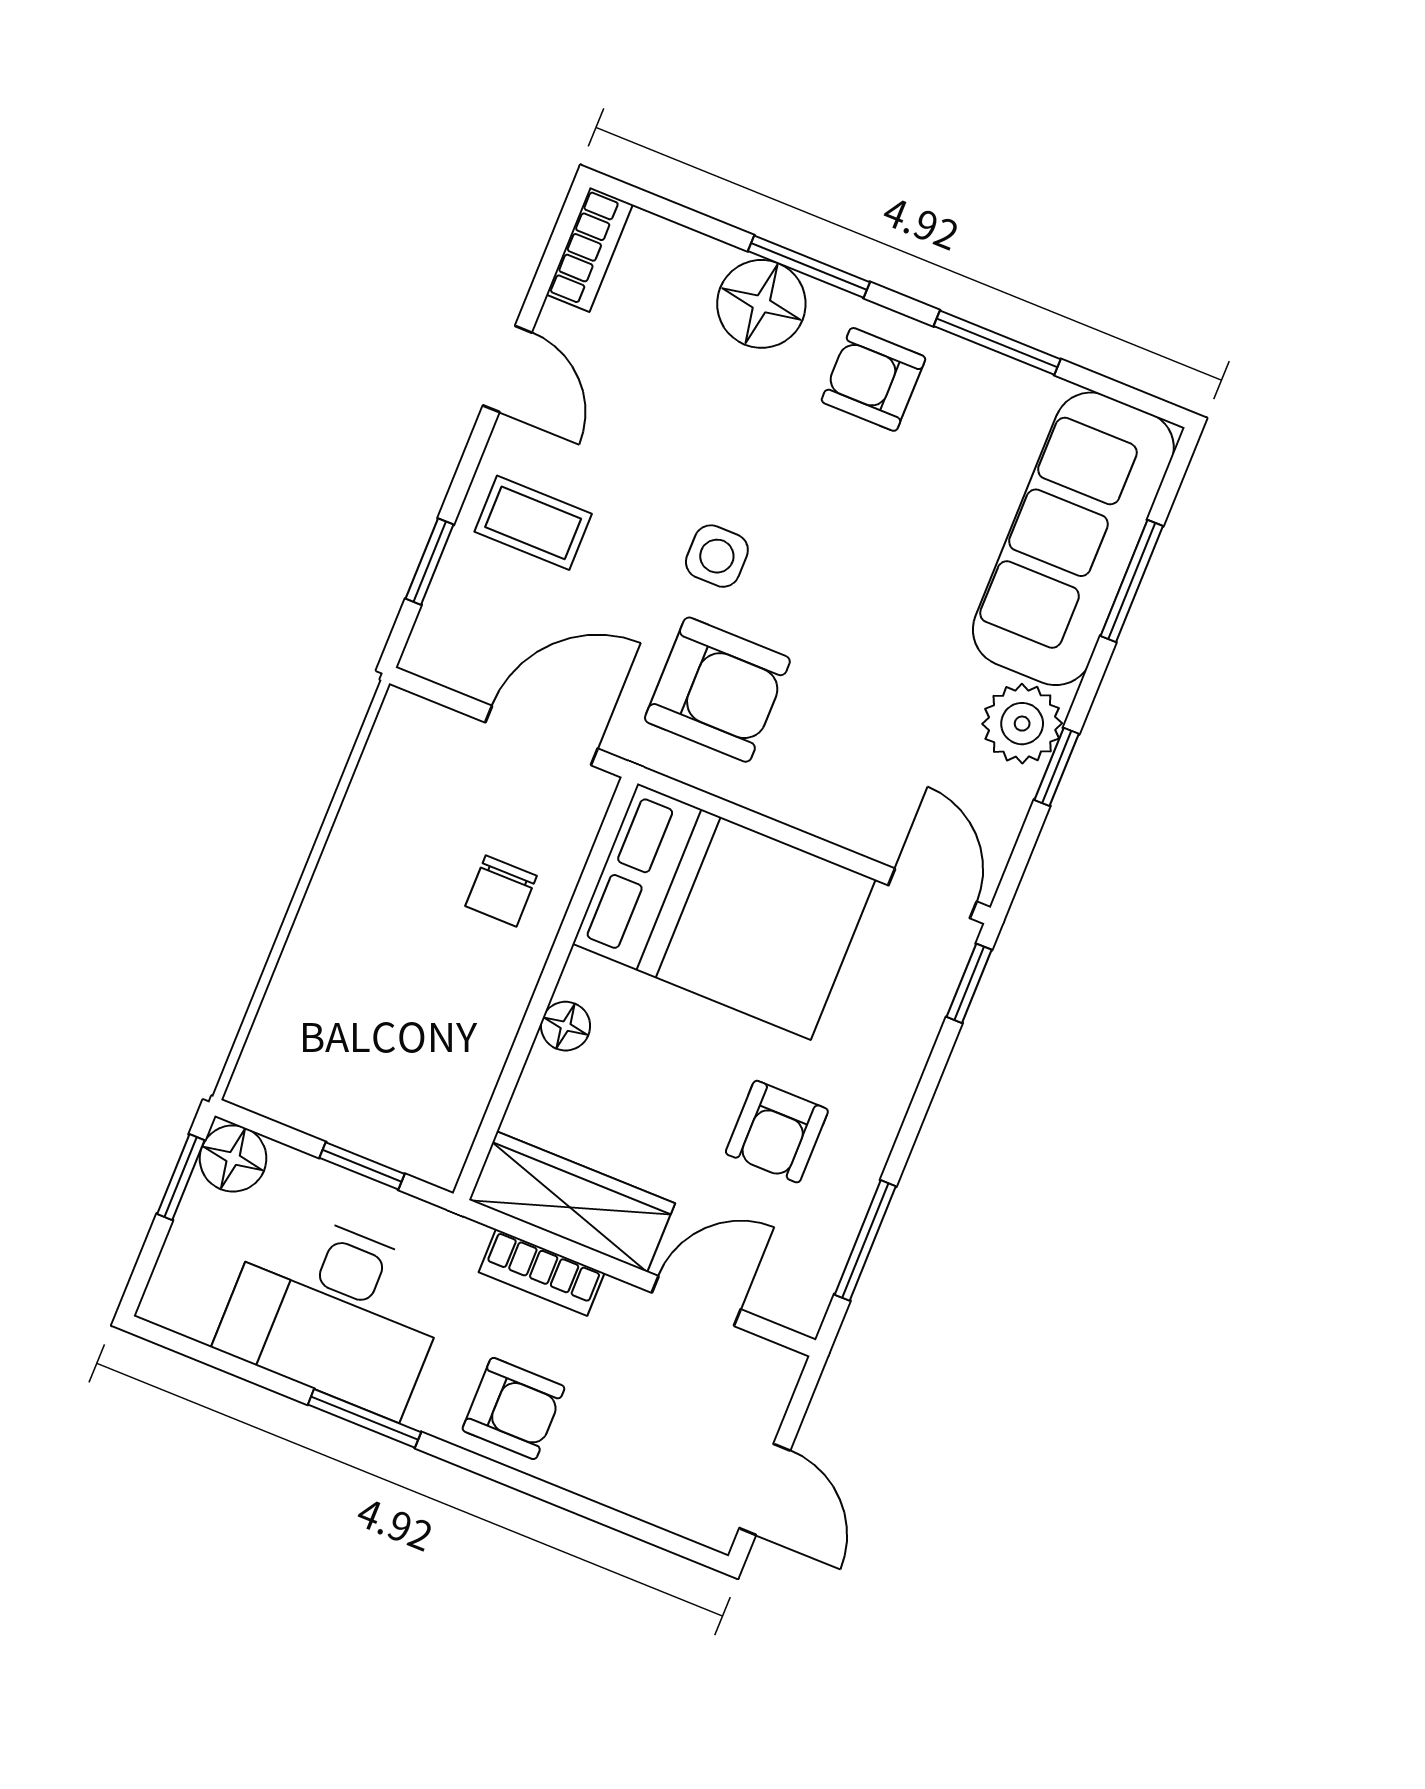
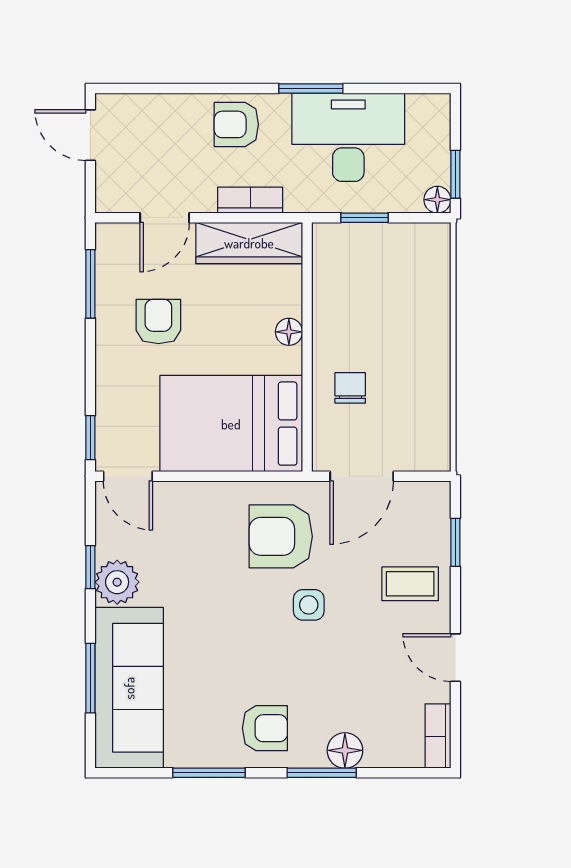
floor lamp: (761, 304) -> (345, 750), width x0.73, depth x0.73
floor lamp: (233, 1158) -> (437, 200), width x0.73, depth x0.73

